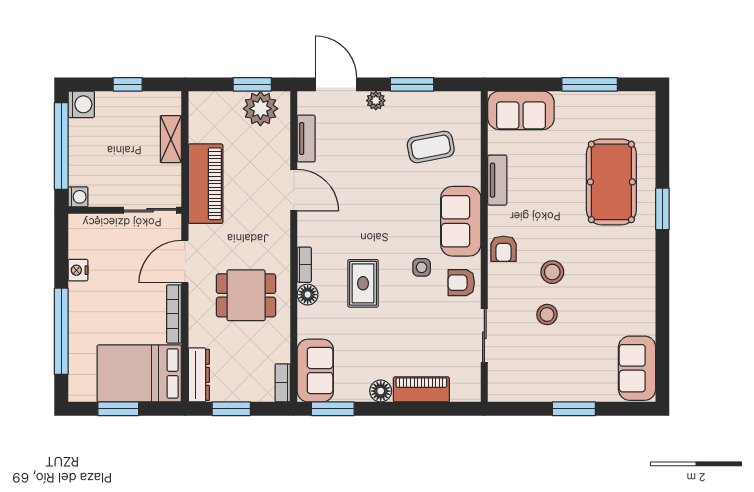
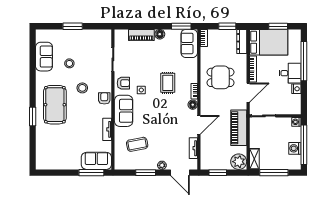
window: (128, 84) -> (274, 173), width x2.17
window: (590, 84) -> (91, 173), moved
washing machine: (81, 104) -> (295, 148), moved
plant: (260, 109) -> (239, 162), moved
shelving: (171, 139) -> (254, 159), moved
pool table: (611, 182) -> (55, 105), moved
door: (294, 190) -> (199, 125), swing flipped
floor lamp: (308, 295) -> (193, 105), moved
desk: (92, 305) -> (290, 73), added
stool: (547, 315) -> (69, 63), moved
sofa: (637, 368) -> (44, 57), moved

